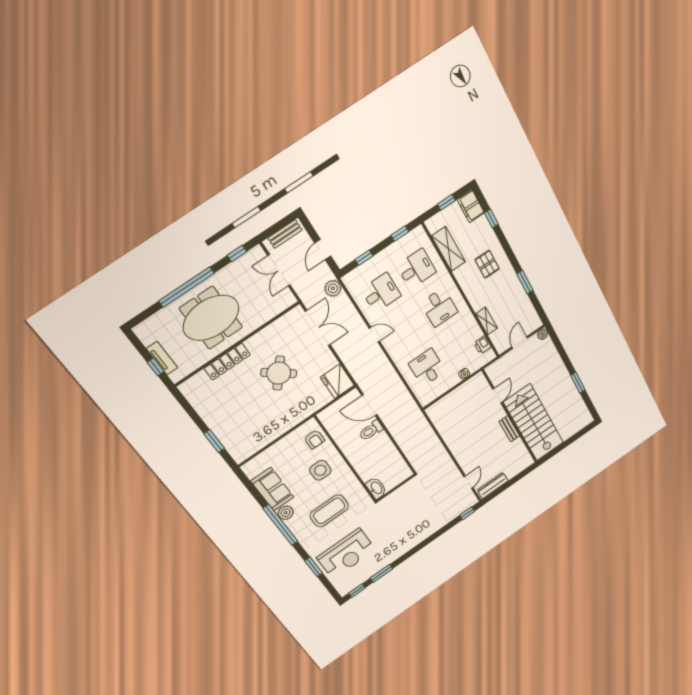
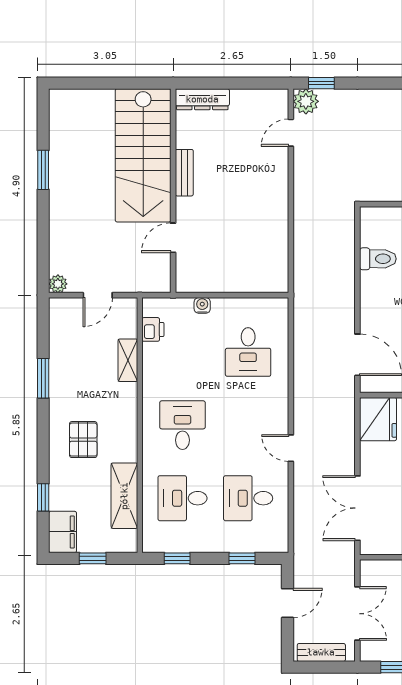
plant: (333, 288) -> (306, 101), moved
toilet: (371, 430) -> (378, 259), moved
dresser: (493, 485) -> (202, 99), moved

